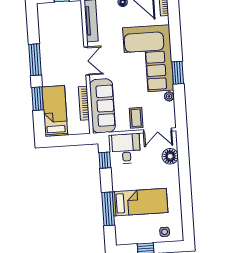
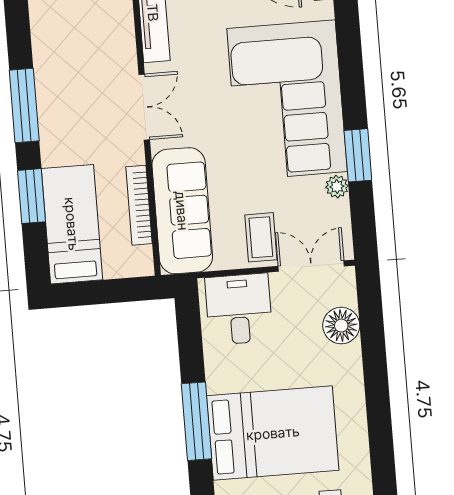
window: (178, 73) -> (358, 155), moved
double door: (158, 130) -> (311, 266), swing flipped
window: (105, 160) -> (190, 337), removed
bed: (140, 202) -> (273, 433), width x1.50
window: (108, 209) -> (197, 421), moved

